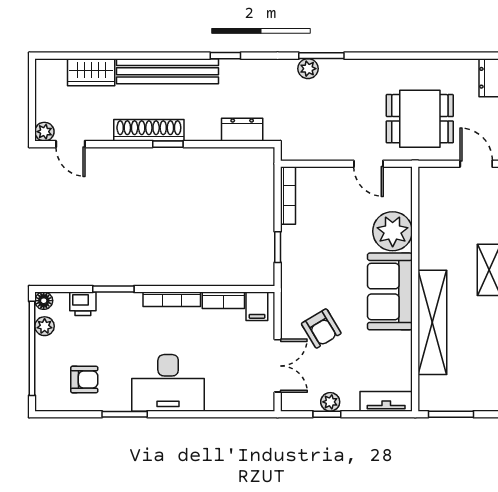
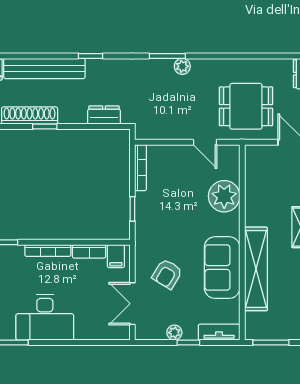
plant: (308, 69) -> (182, 66), moved
sofa: (390, 291) -> (222, 268), moved
armchair: (321, 329) -> (167, 274), turned 62
double door: (278, 366) -> (132, 304), swing flipped
window: (327, 414) -> (188, 342), moved

